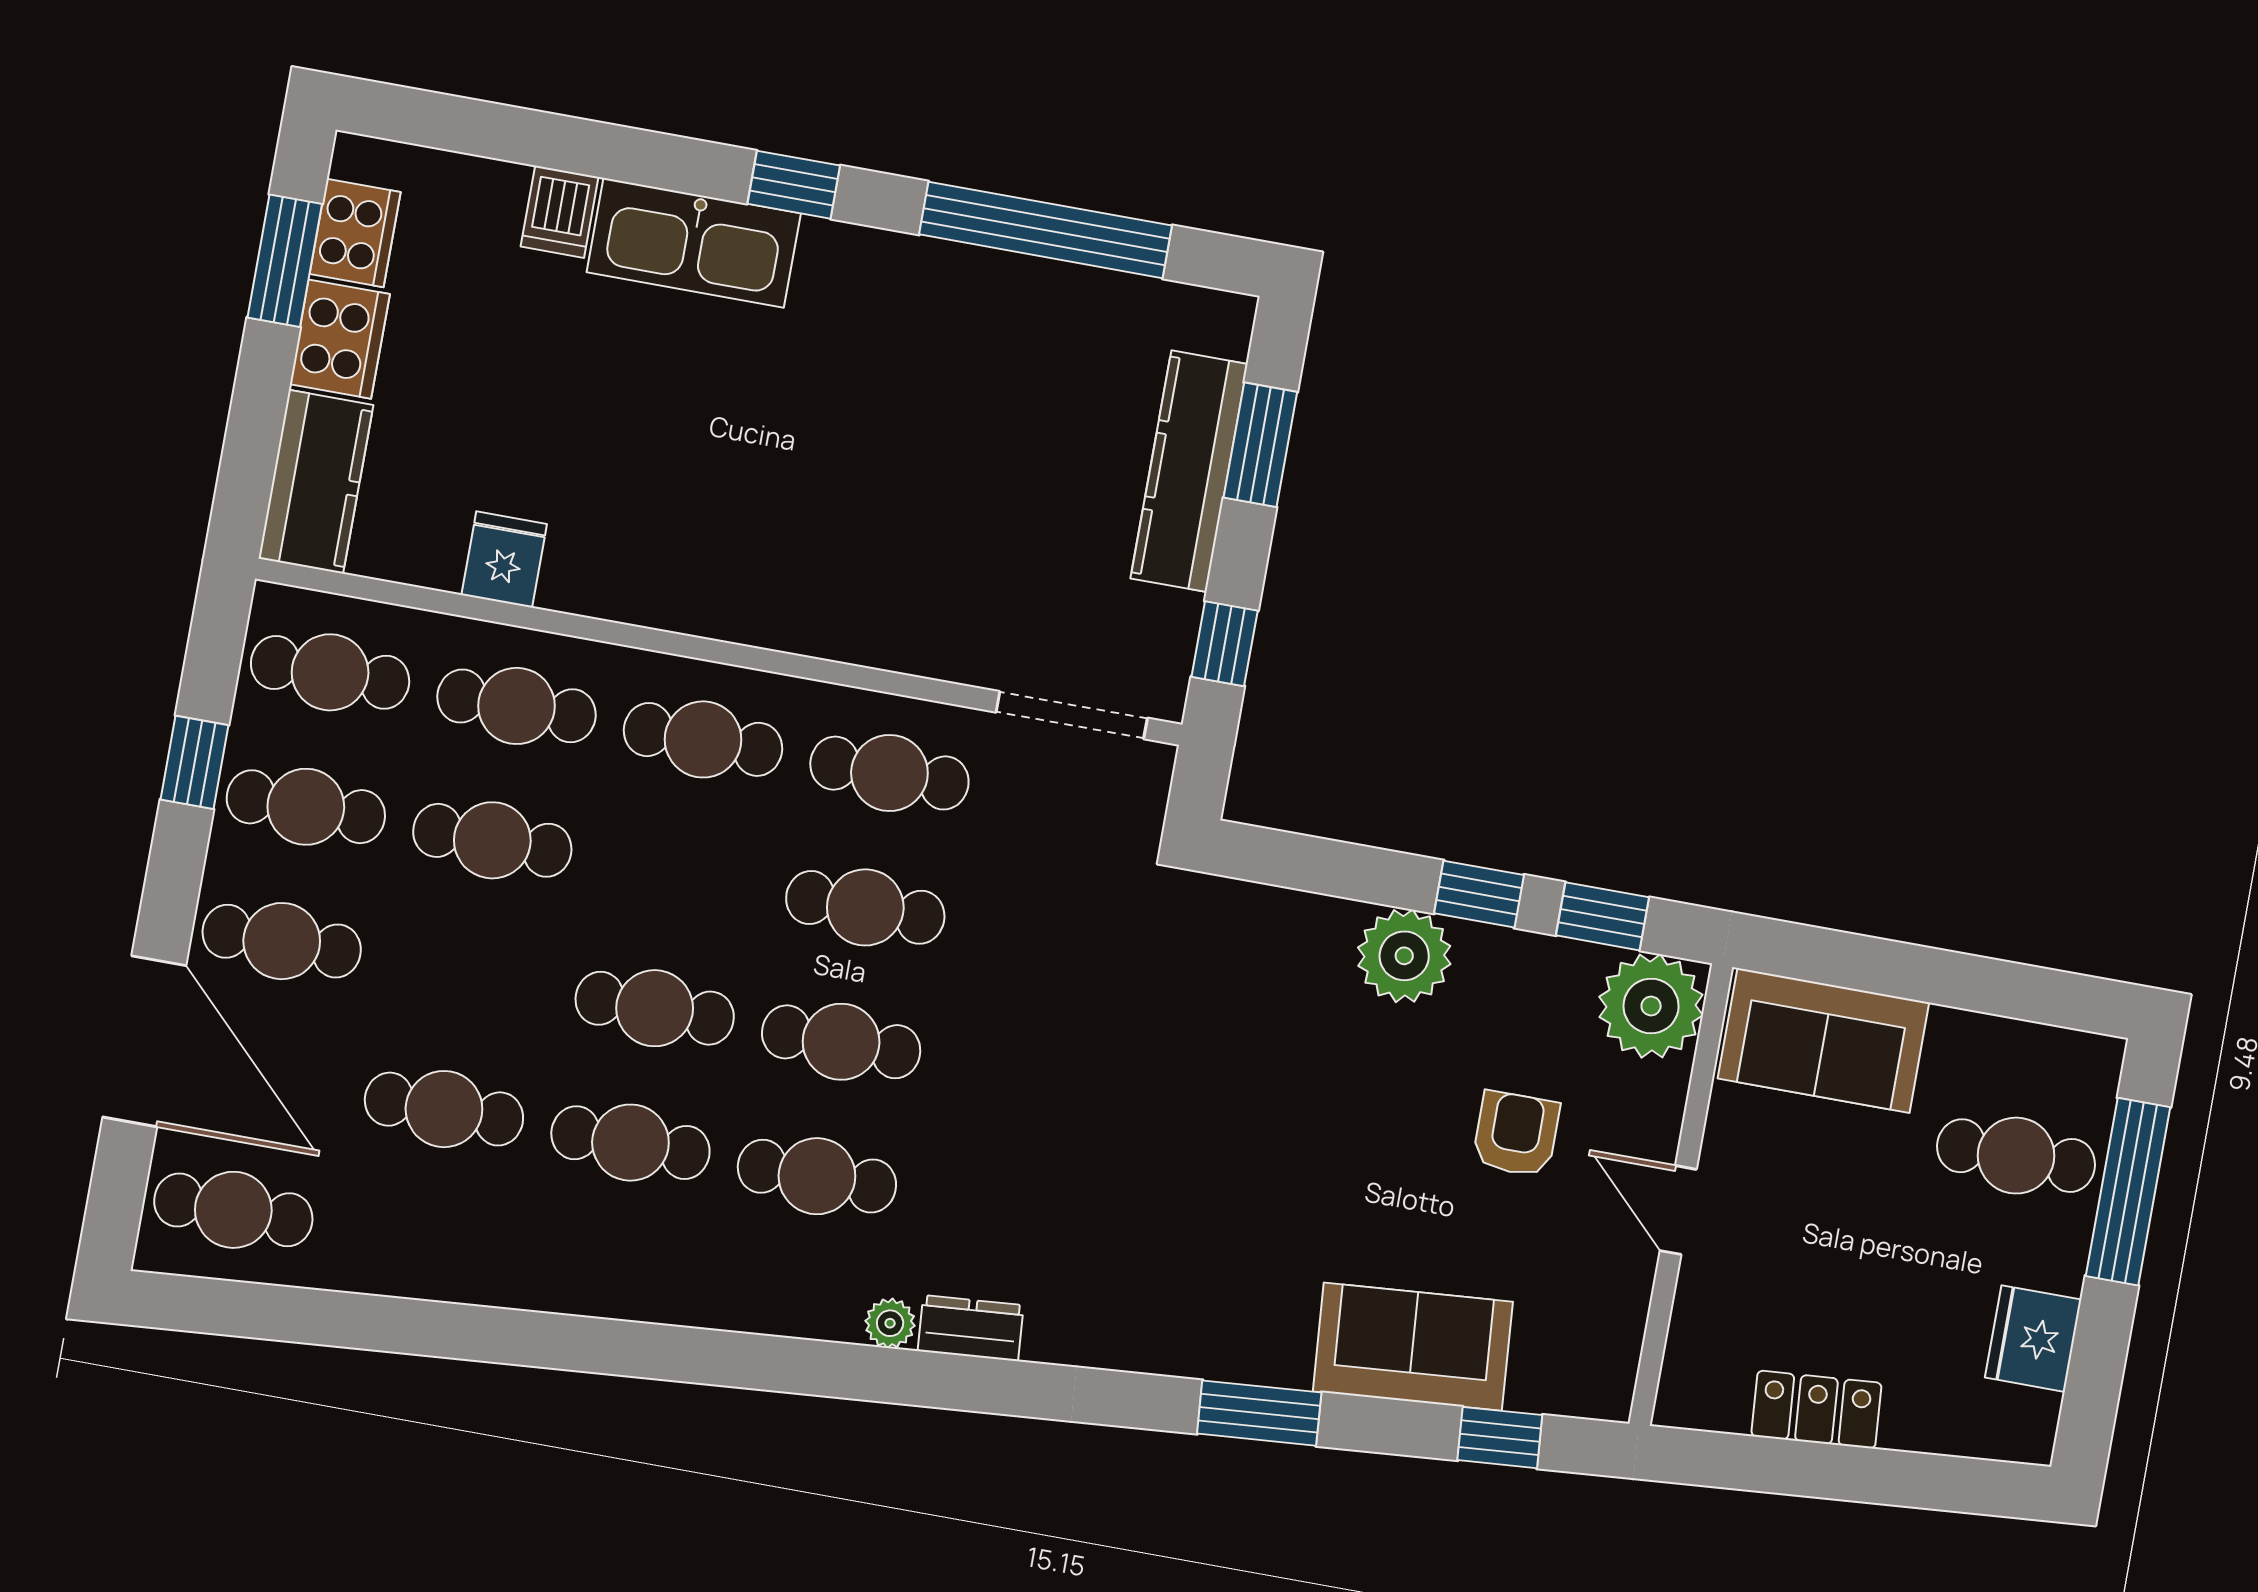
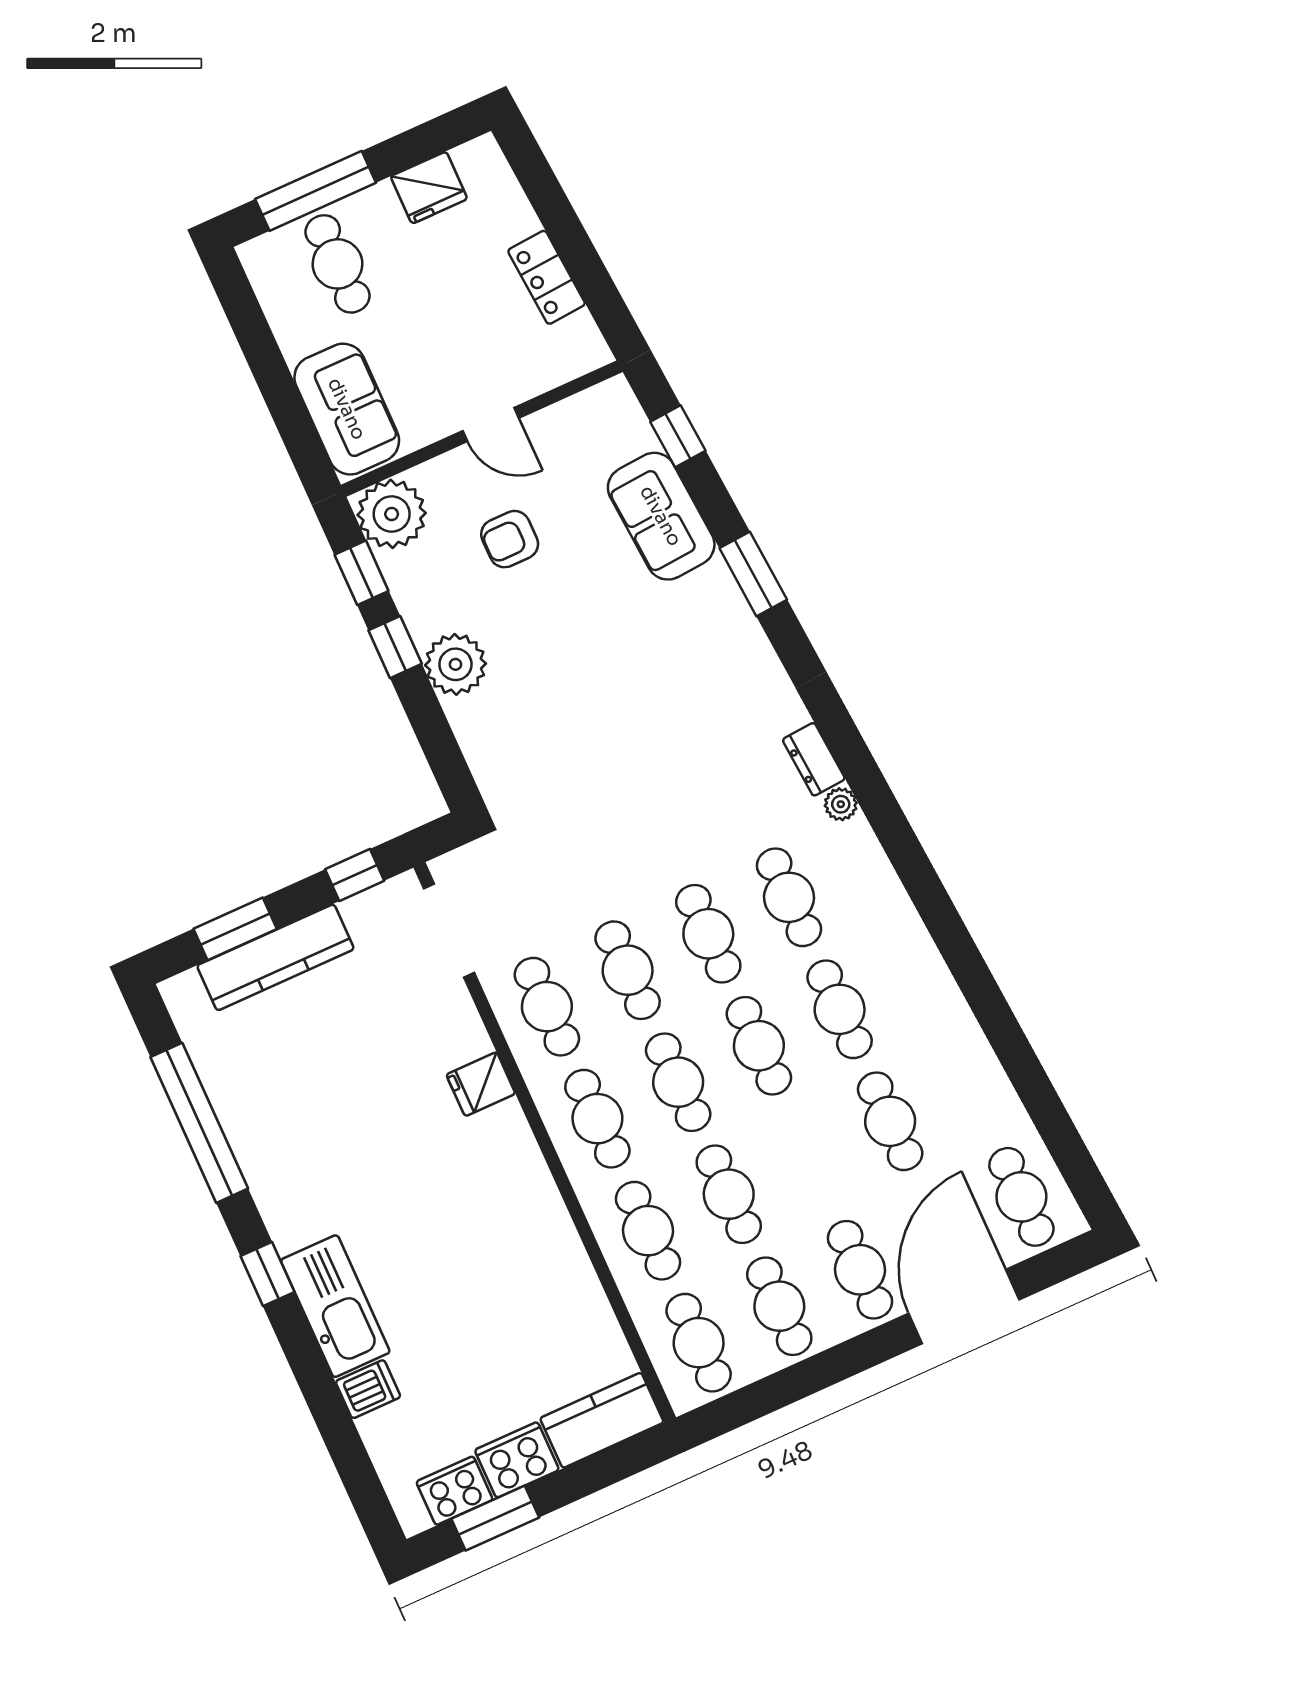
fridge: (504, 559) -> (481, 1084), moved
window: (194, 762) -> (796, 1382), removed
cafe table: (679, 874) -> (678, 1082), added
door: (1678, 1210) -> (491, 424), hinge flipped

